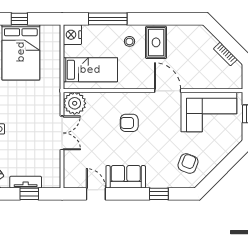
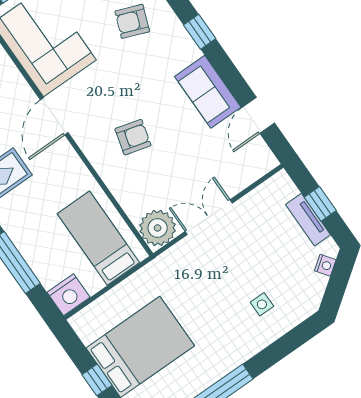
stool: (129, 41) -> (24, 213), removed
armchair: (129, 123) -> (133, 137), turned -75

